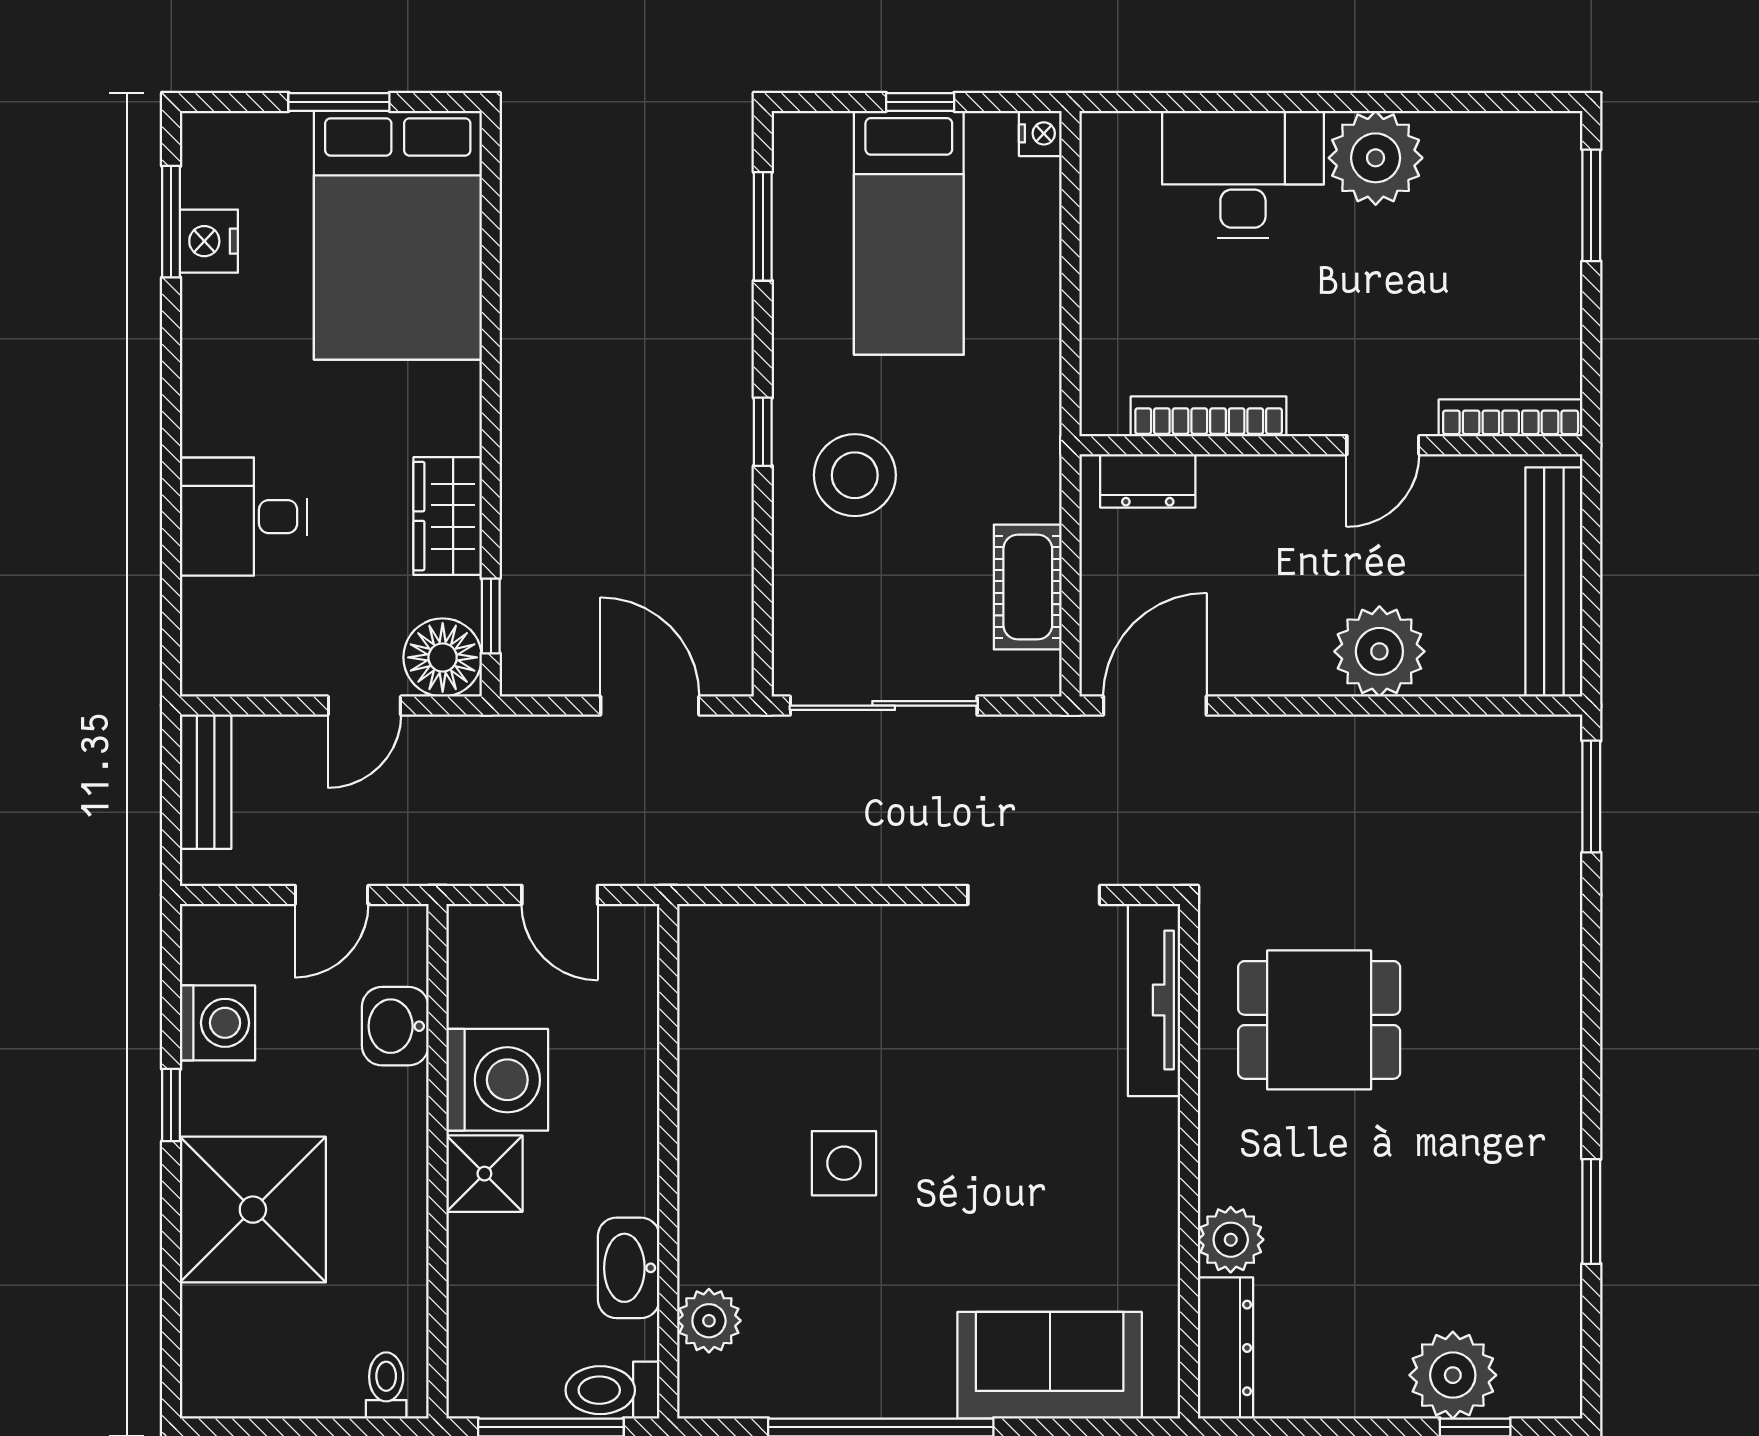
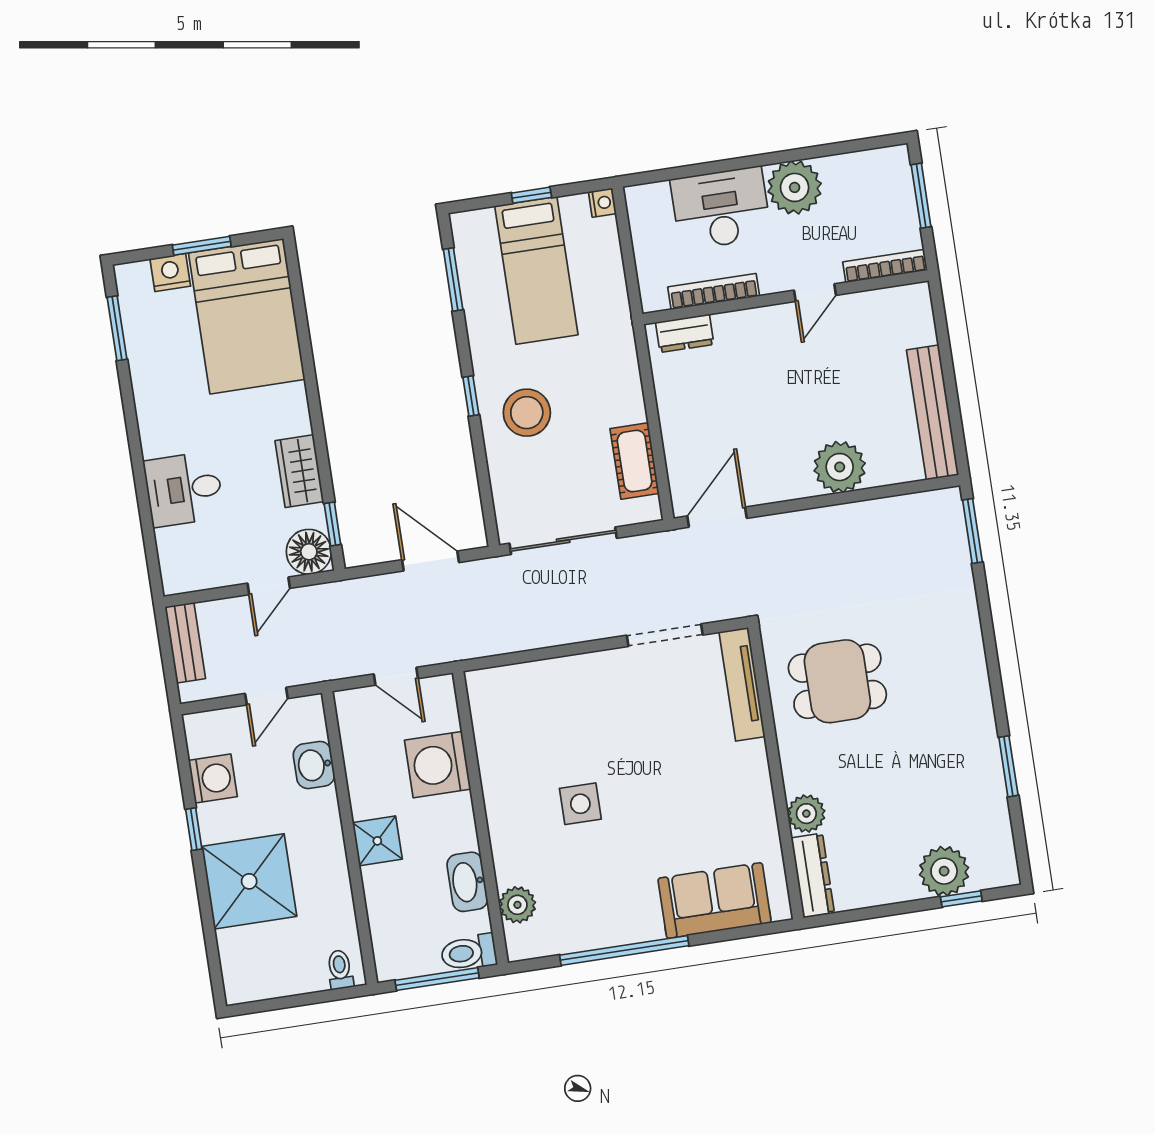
nightstand: (209, 241) -> (170, 272), moved, turned 90
bookcase: (1209, 416) -> (714, 291), moved
bookcase: (1511, 418) -> (885, 266), moved
wall: (1331, 445) -> (786, 297), moved
door: (1383, 445) -> (815, 293), moved
dresser: (1148, 481) -> (685, 333), moved
washing machine: (497, 1080) -> (438, 765), moved, turned 180

